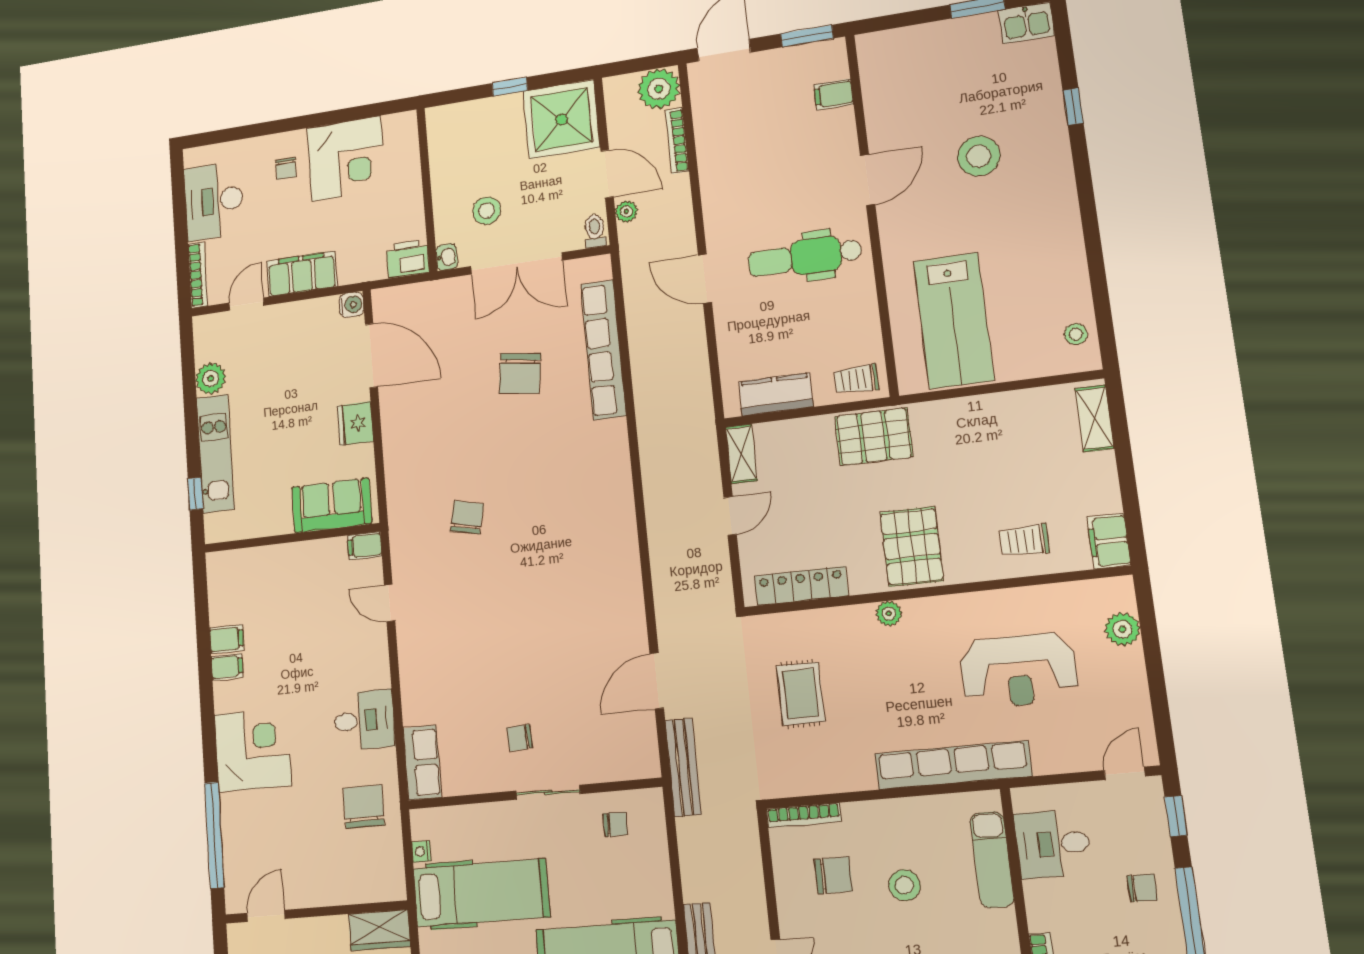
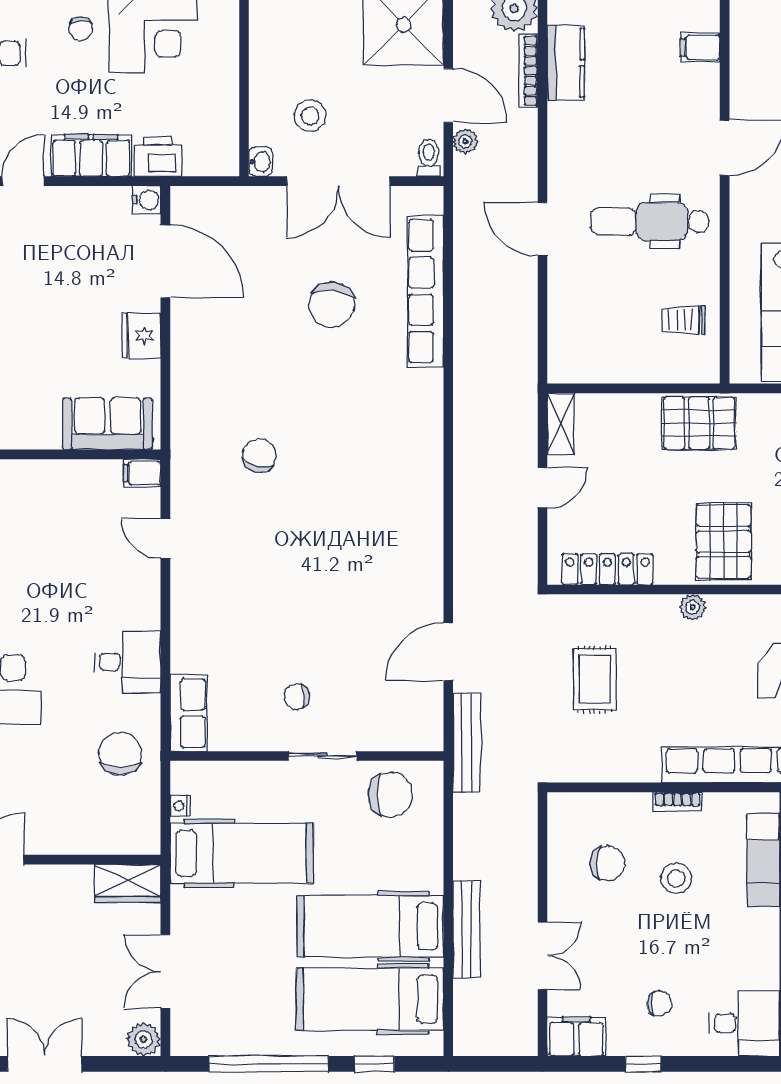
printer: (408, 259) -> (158, 157), moved
trolley: (856, 379) -> (684, 320), moved
kitchen counter: (776, 394) -> (566, 63), moved, turned 90
bookcase: (804, 815) -> (678, 802), moved, width x0.64
chair: (615, 824) -> (390, 795), width x1.87, depth x1.87

